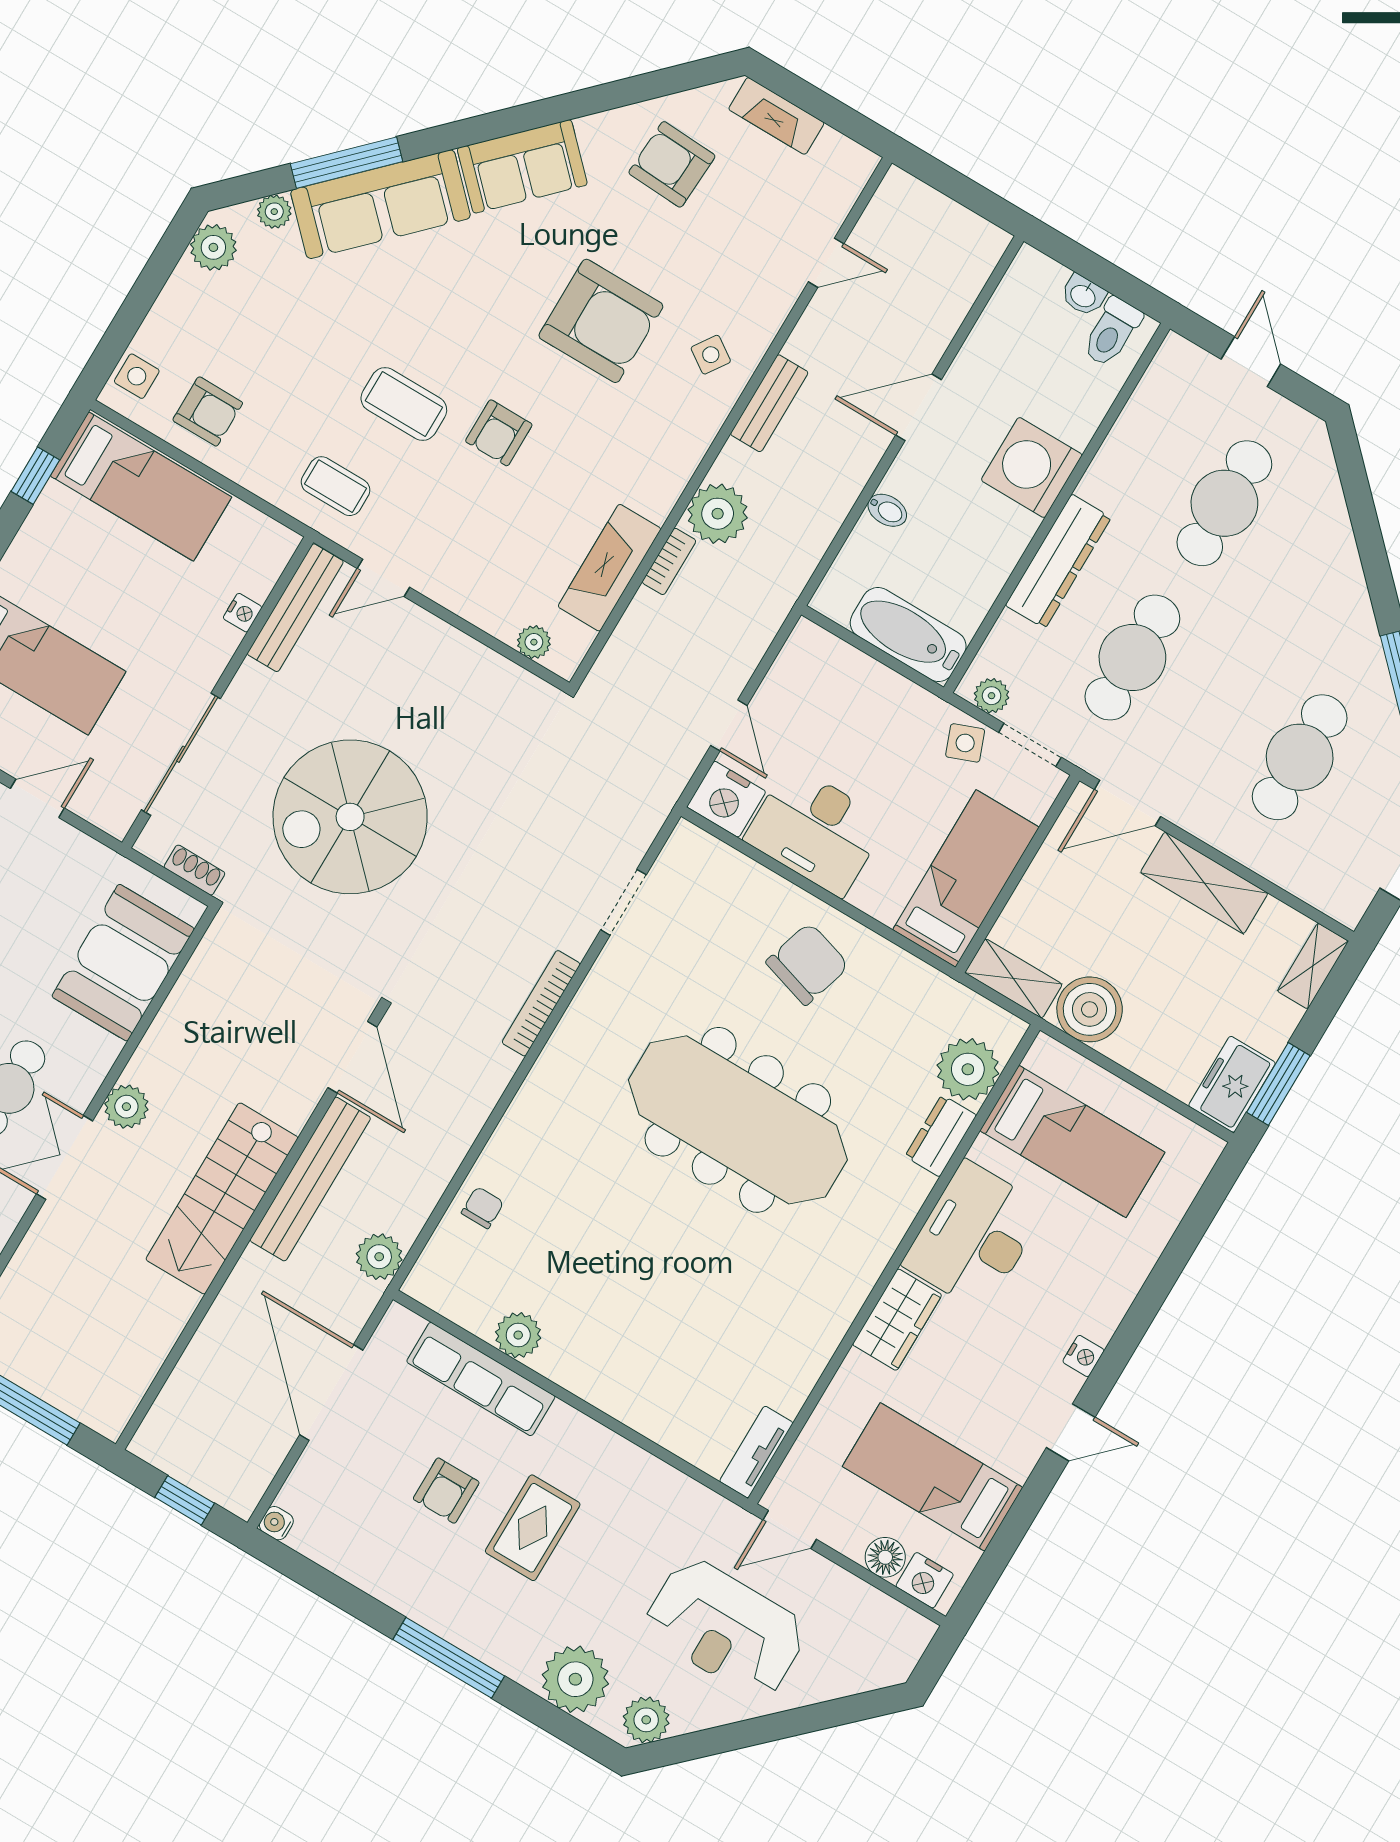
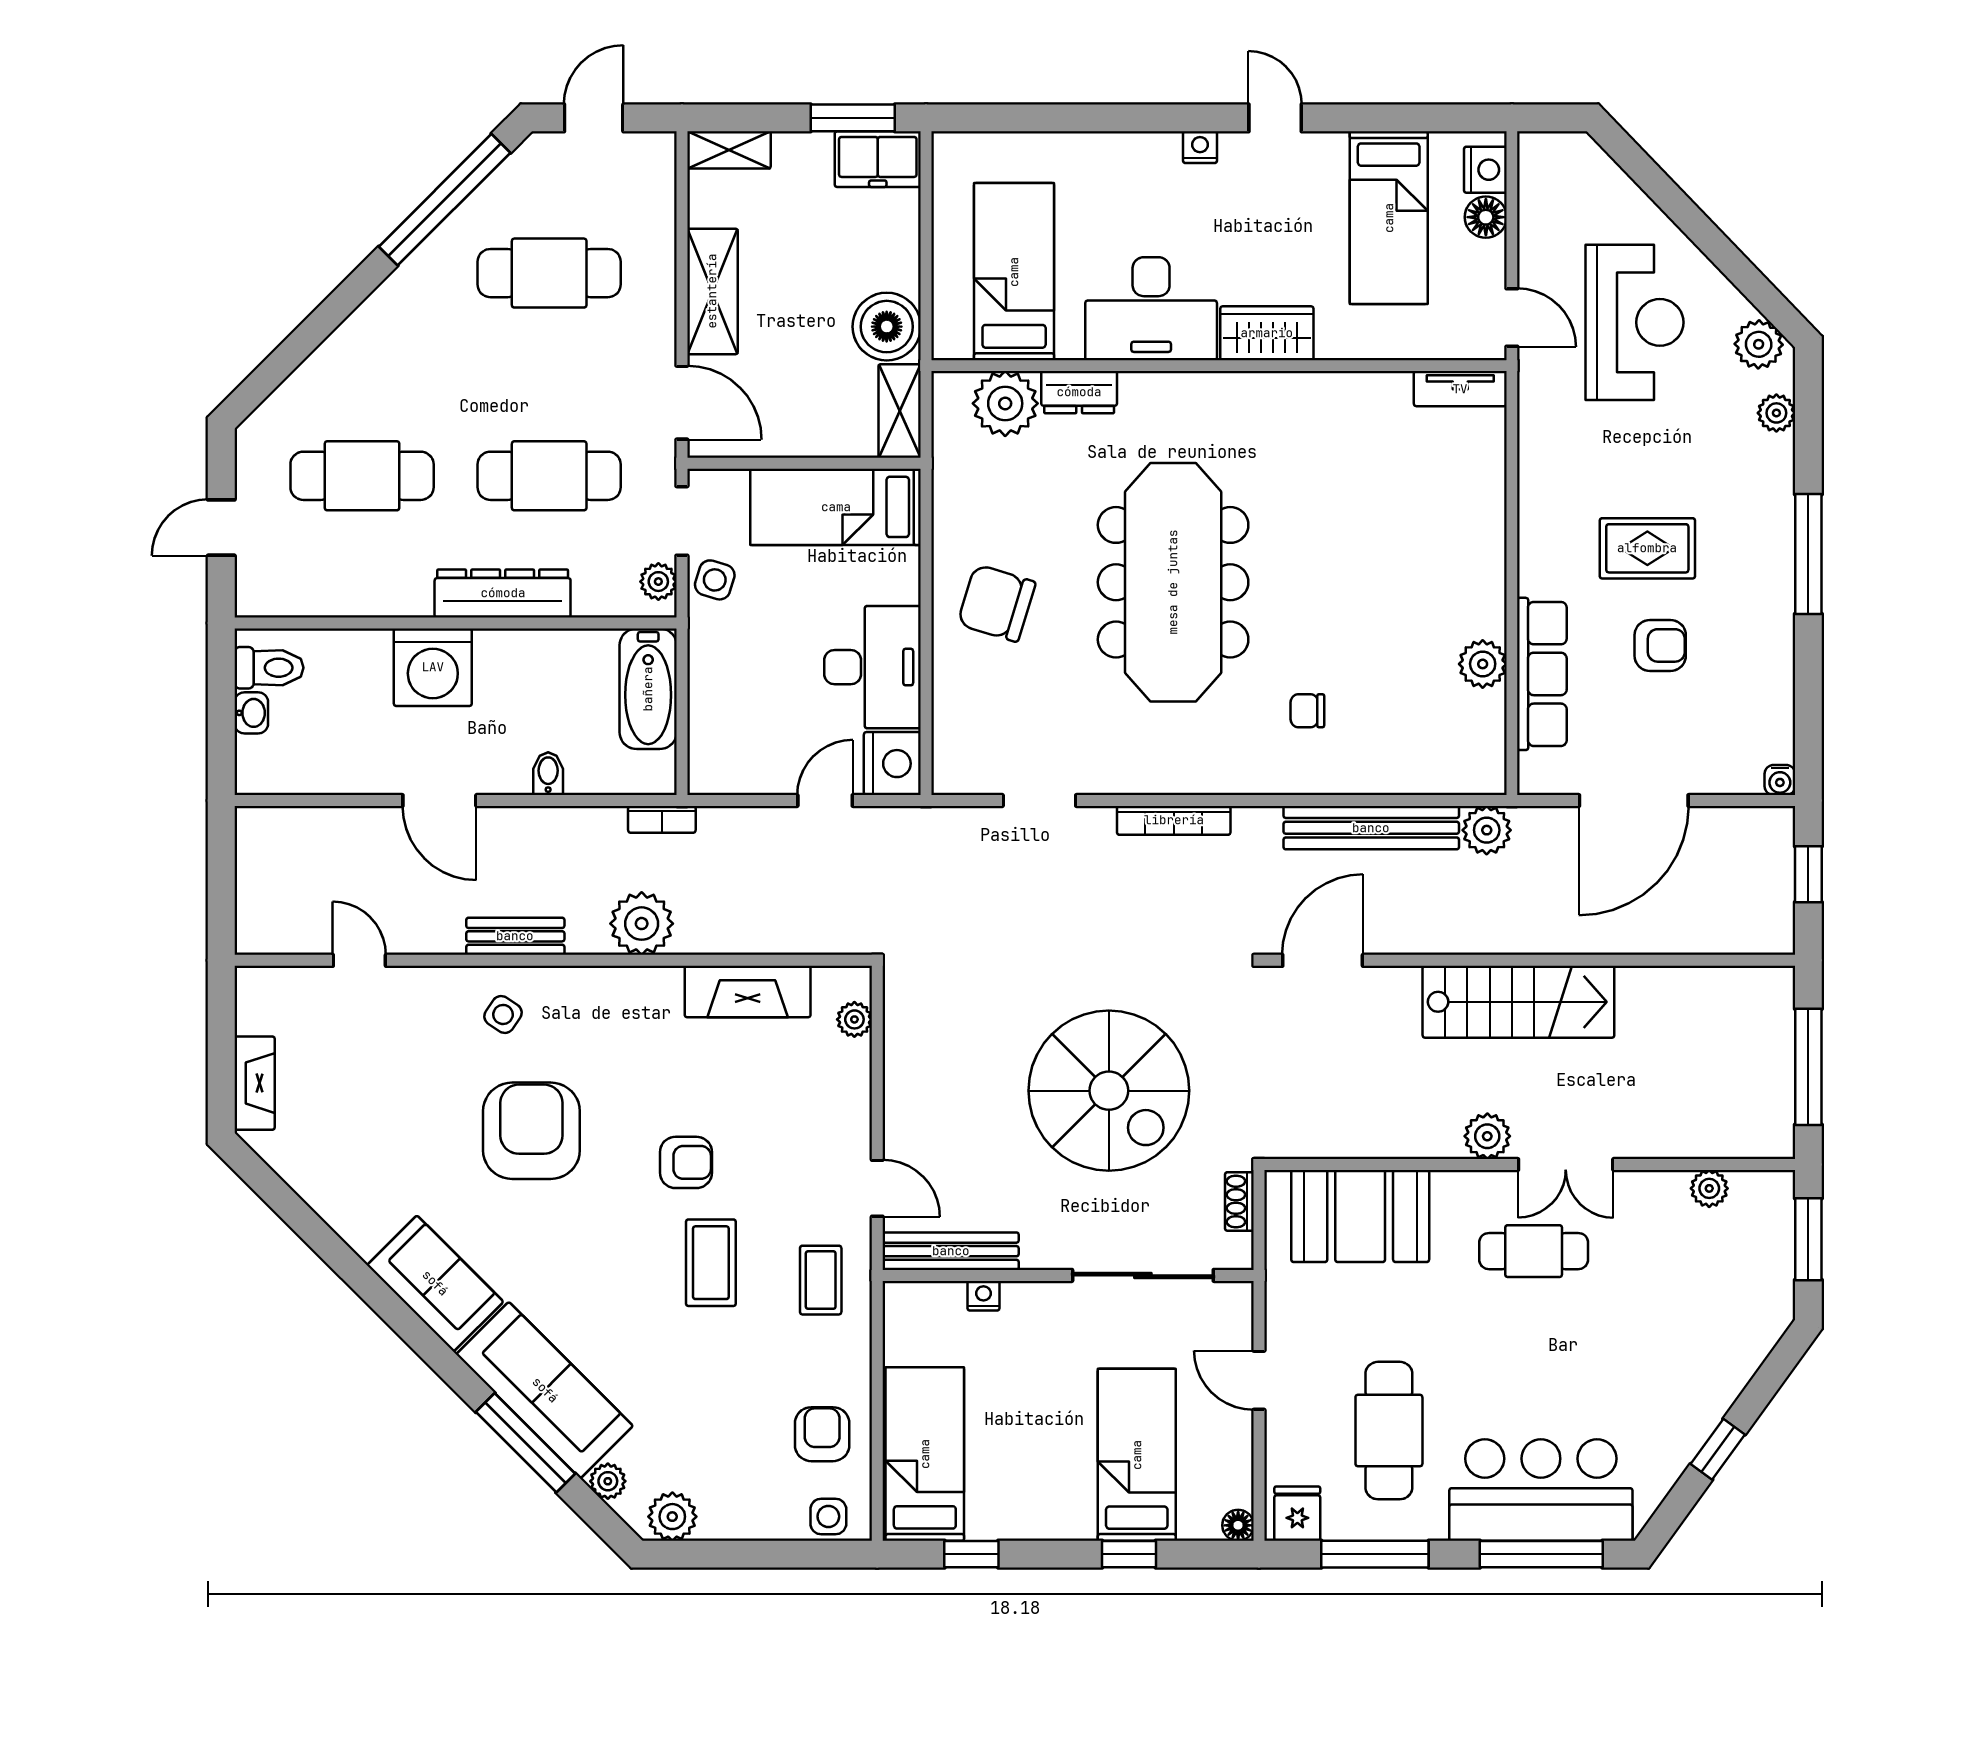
armchair: (672, 164) -> (354, 1151), removed
bookcase: (669, 561) -> (662, 819), moved, turned 180
side table: (965, 743) -> (715, 580), turned 38
bench: (310, 1179) -> (1371, 828), moved
chair: (482, 1208) -> (1307, 711), moved
plant: (575, 1679) -> (1776, 413), width x0.53, depth x0.53

